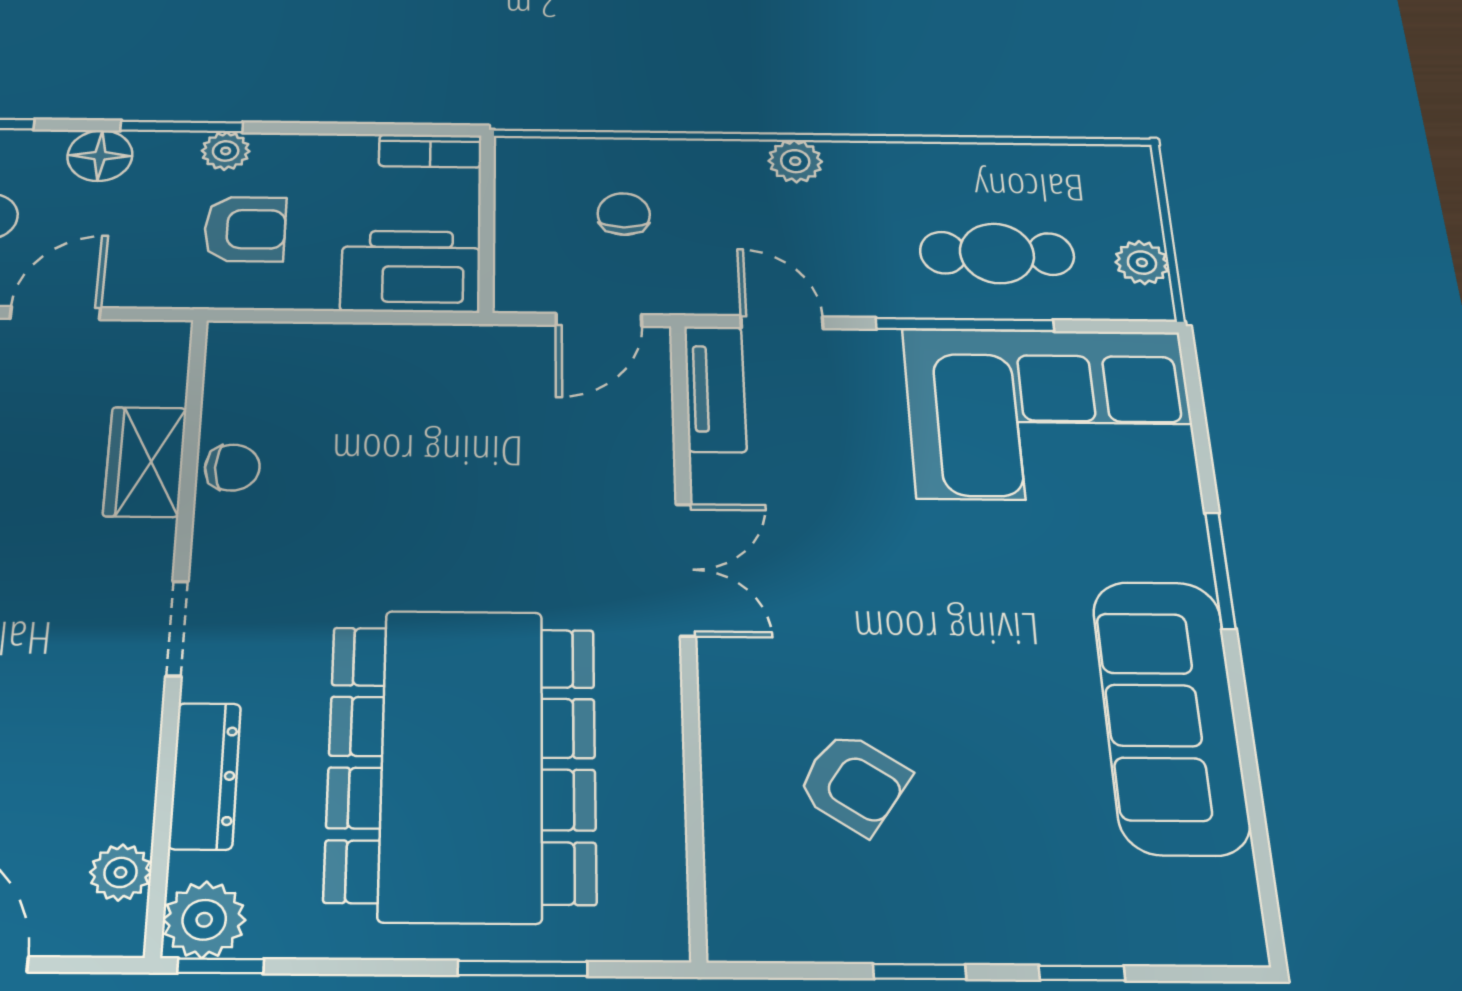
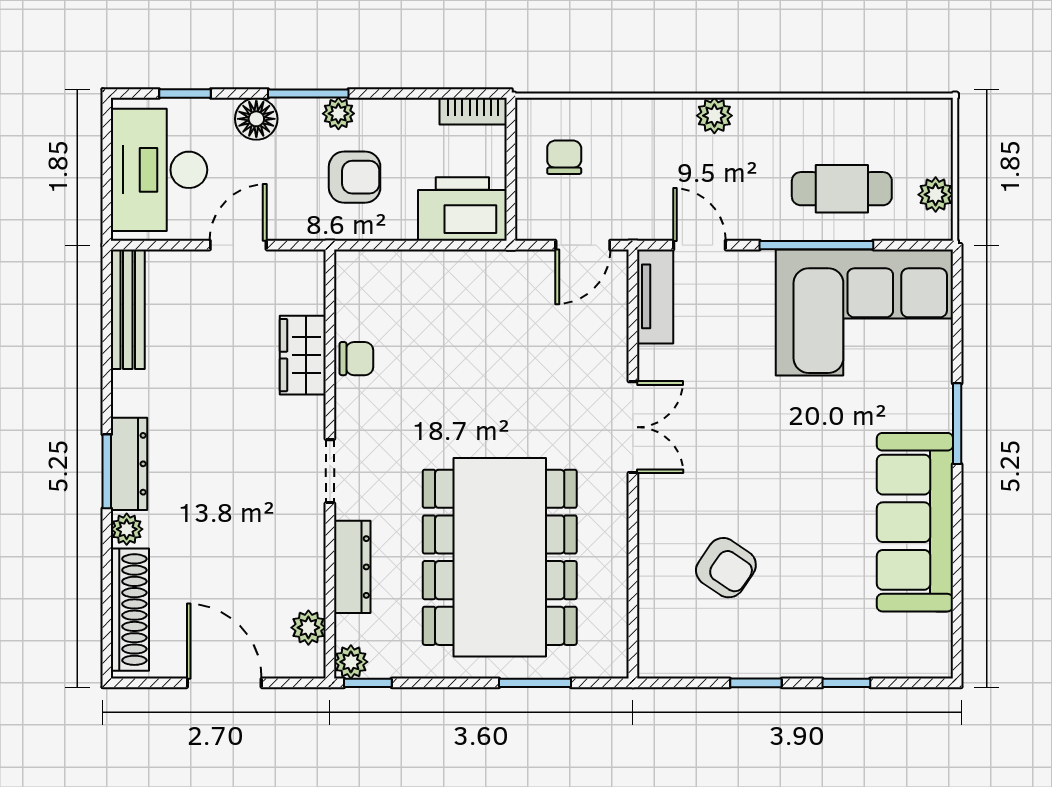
chair: (624, 214) -> (564, 157), moved
plant: (204, 920) -> (351, 662), width x0.73, depth x0.73

